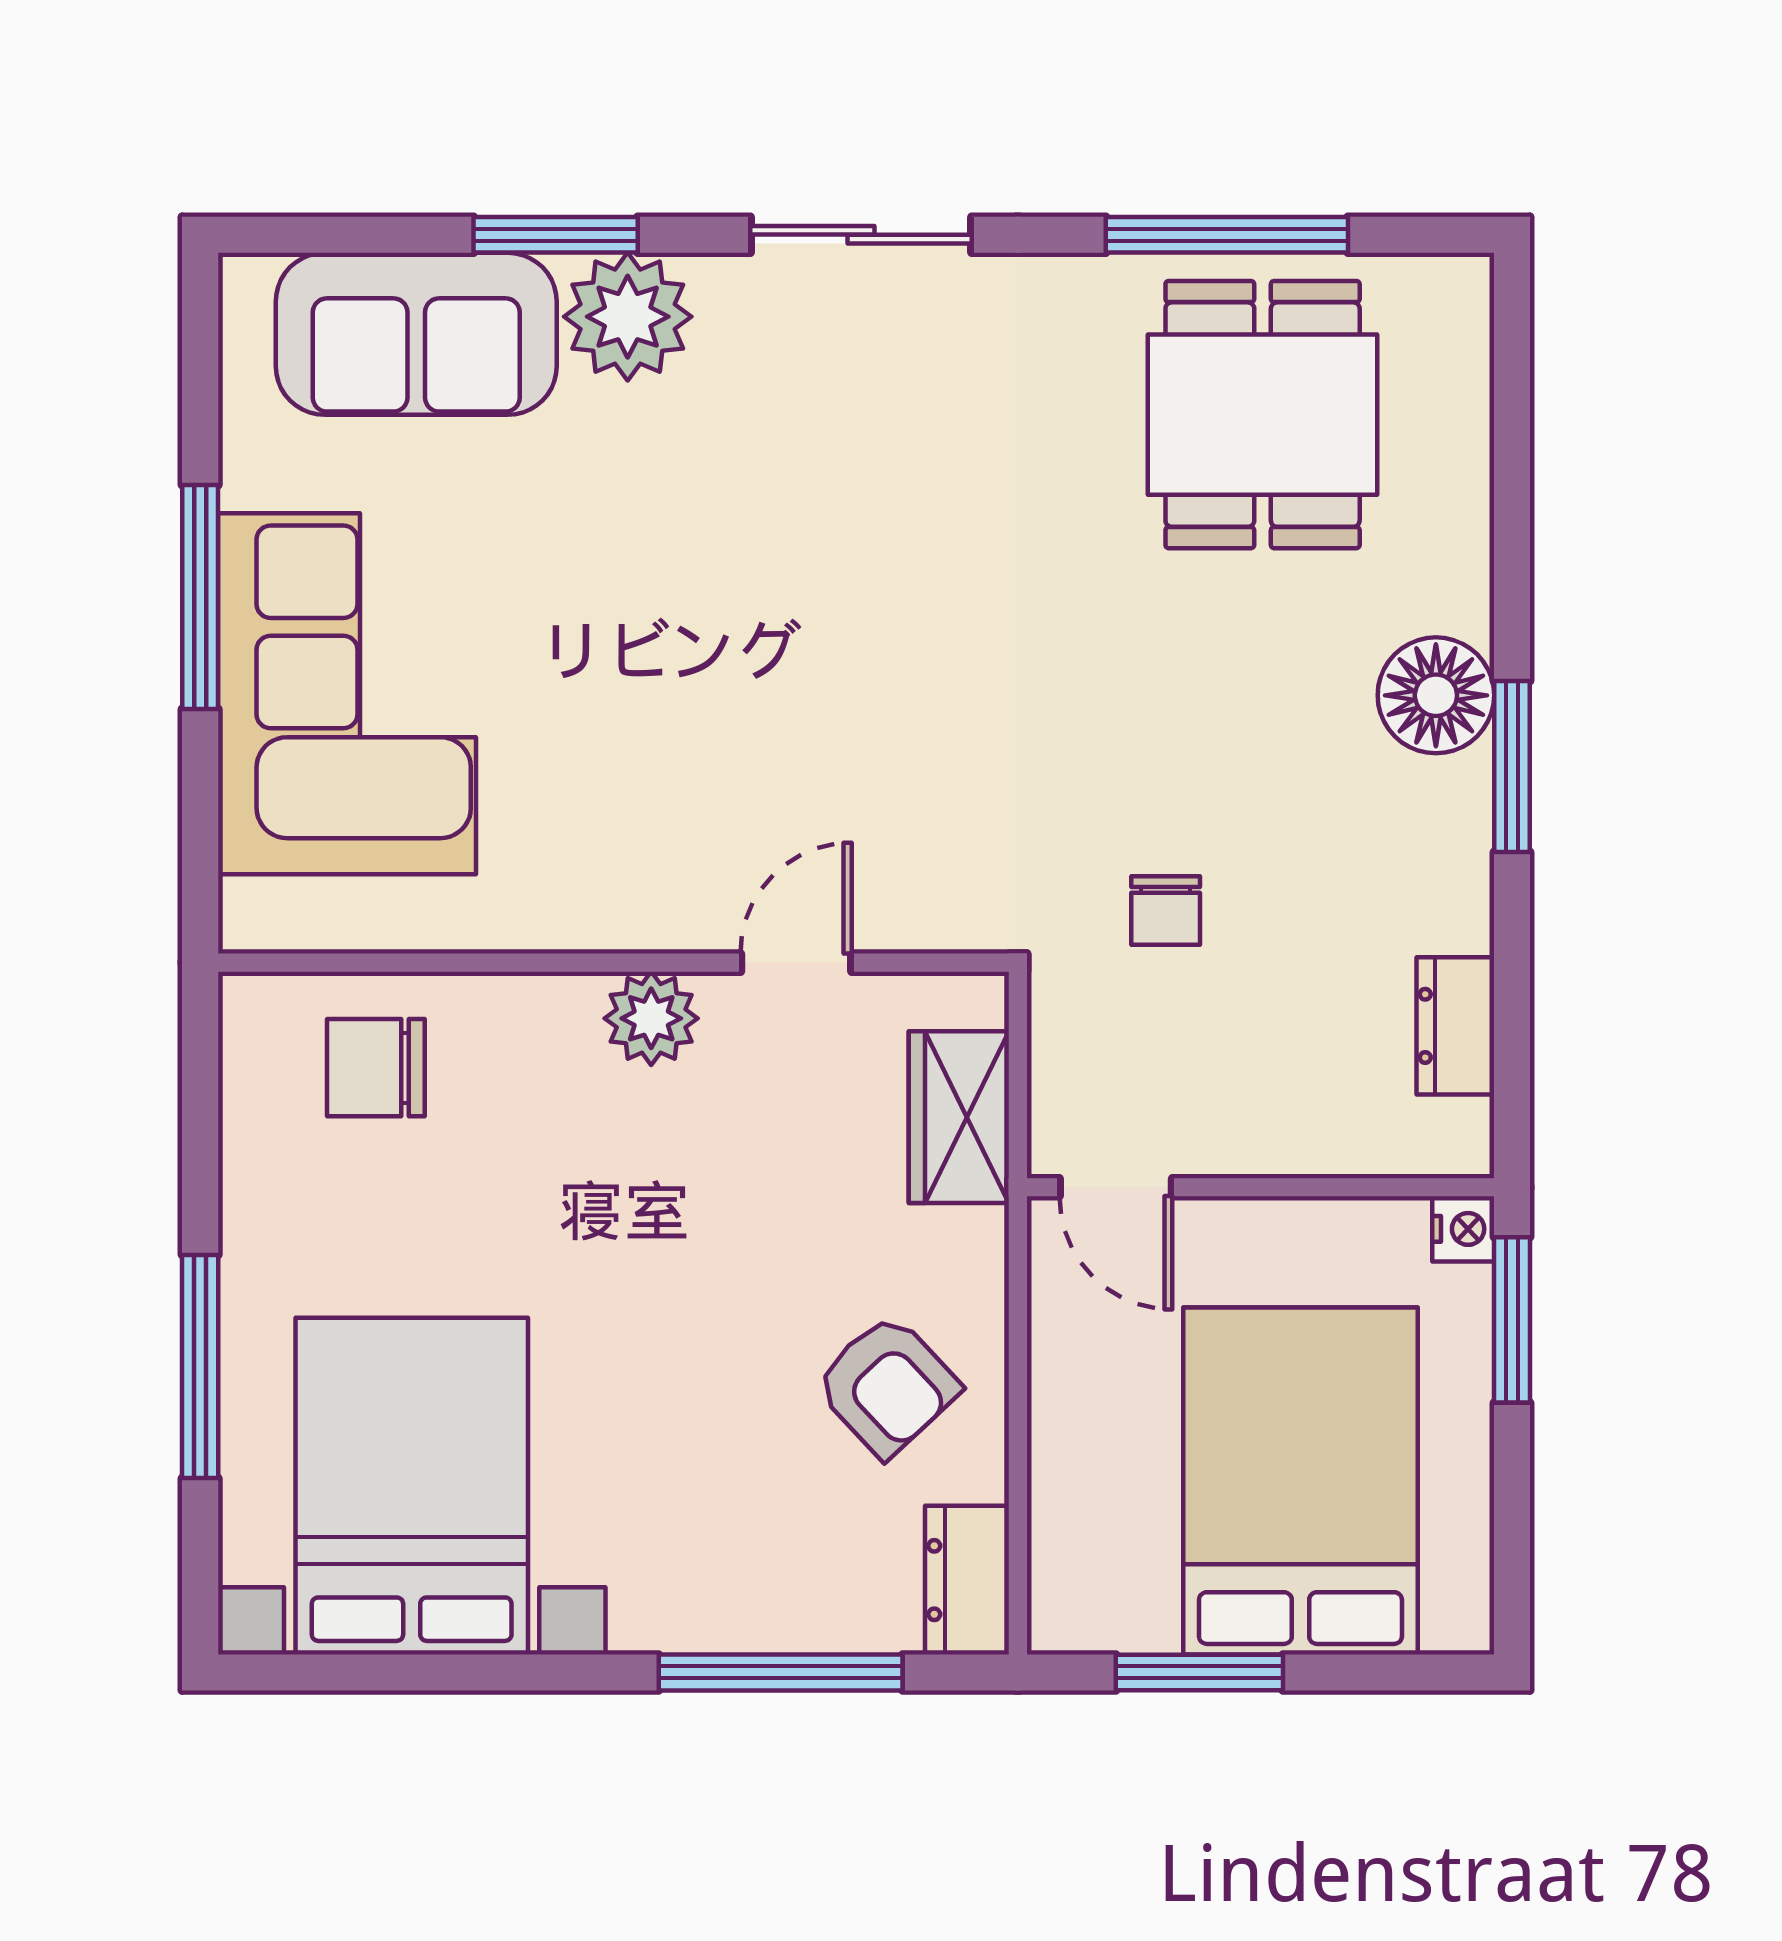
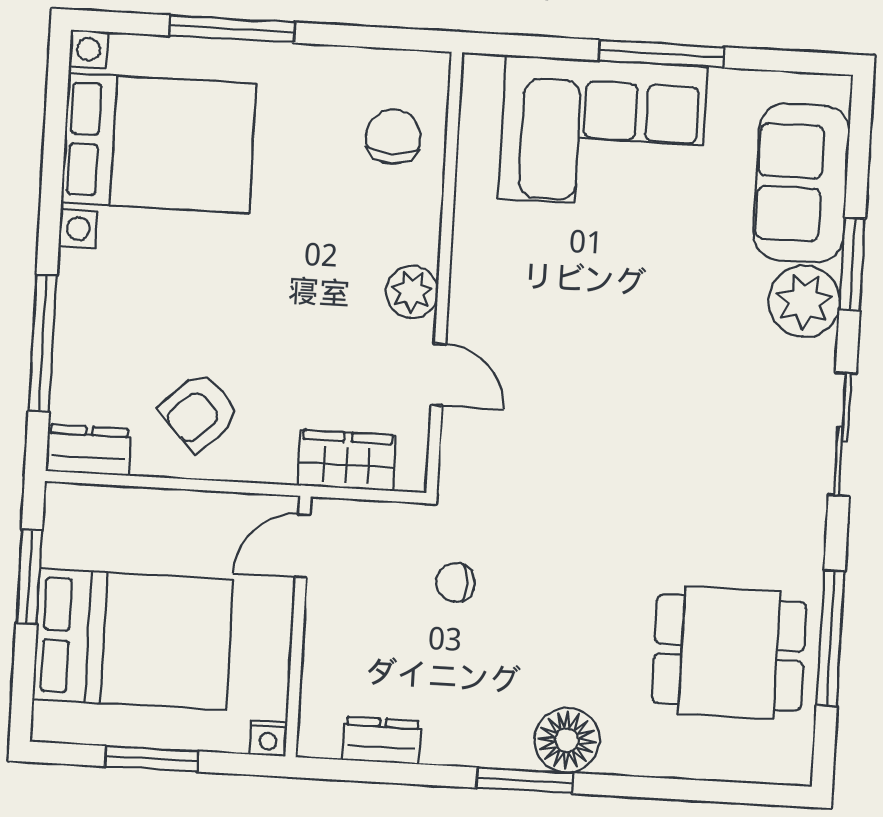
window: (1512, 1320) -> (152, 759), moved

